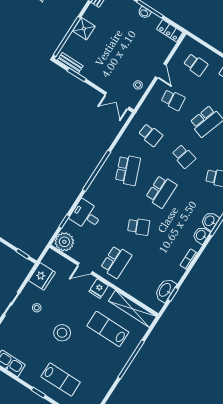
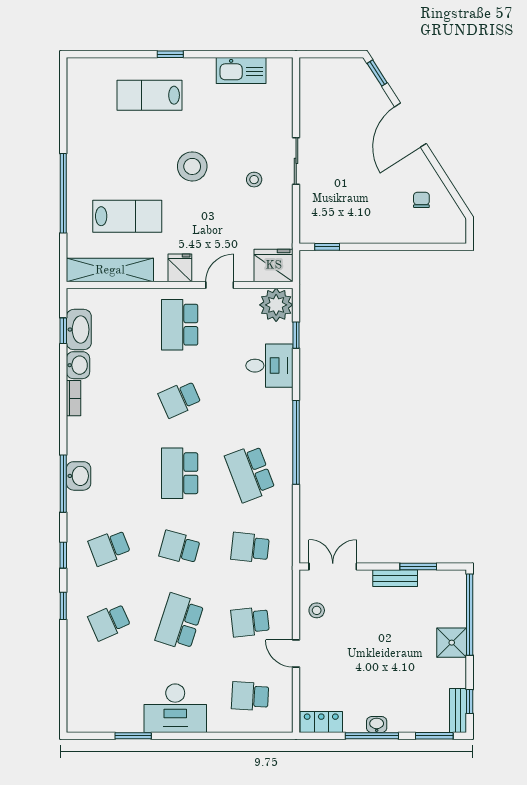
bench: (70, 63) -> (395, 578), moved
washbasin: (201, 235) -> (78, 365), moved
fridge: (42, 276) -> (274, 265), moved, turned 90

